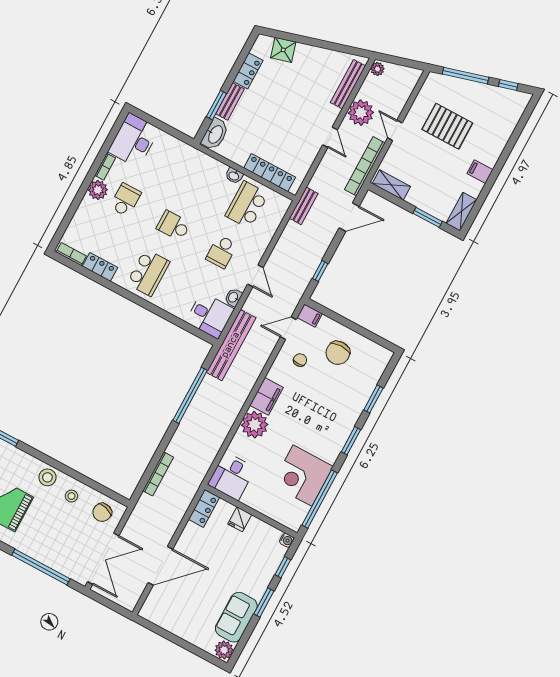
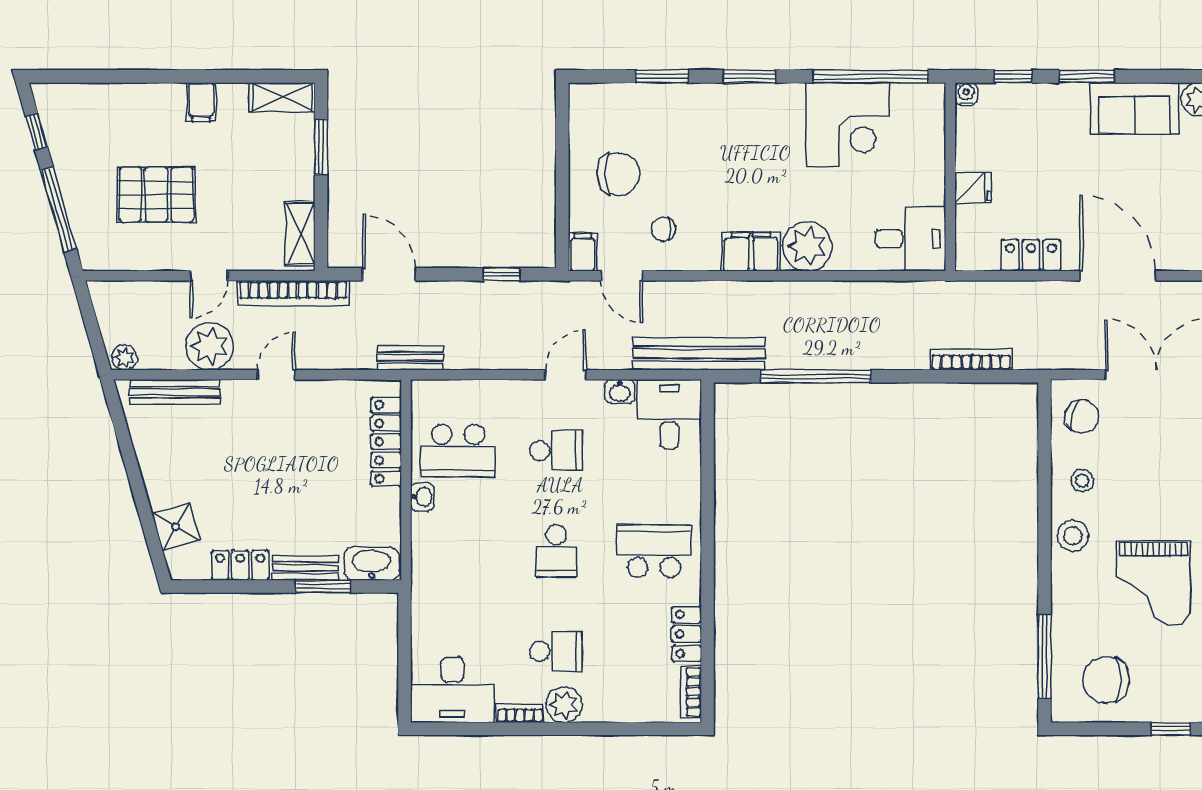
pallet: (447, 126) -> (156, 195), turned 90
school desk: (125, 200) -> (556, 651), turned 180
locker: (204, 508) -> (1031, 255), moved

